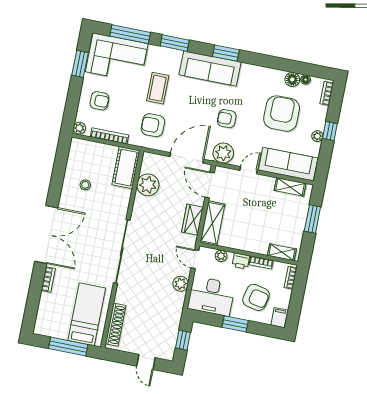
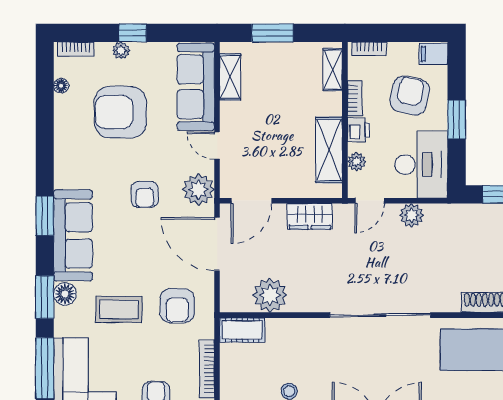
floor lamp: (292, 79) -> (65, 294), moved
plant: (317, 136) -> (121, 50), moved
cot: (126, 168) -> (242, 330), width x0.73, depth x0.75
shelving: (212, 223) -> (329, 150), moved, turned 90

